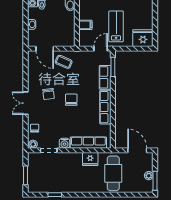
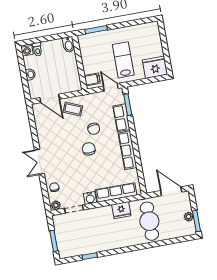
filing cabinet: (85, 25) -> (92, 79), moved
door: (101, 49) -> (111, 87), hinge flipped
chair: (49, 94) -> (94, 129), moved

